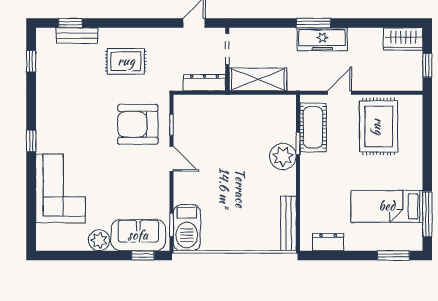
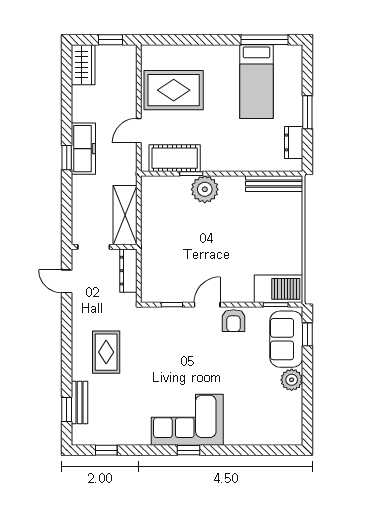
window: (314, 23) -> (67, 158), width x0.67
door: (340, 93) -> (139, 131), hinge flipped
armchair: (138, 124) -> (234, 321), moved, width x0.53, depth x0.53
corner sofa: (61, 188) -> (187, 420), moved
window: (393, 256) -> (307, 112), moved

